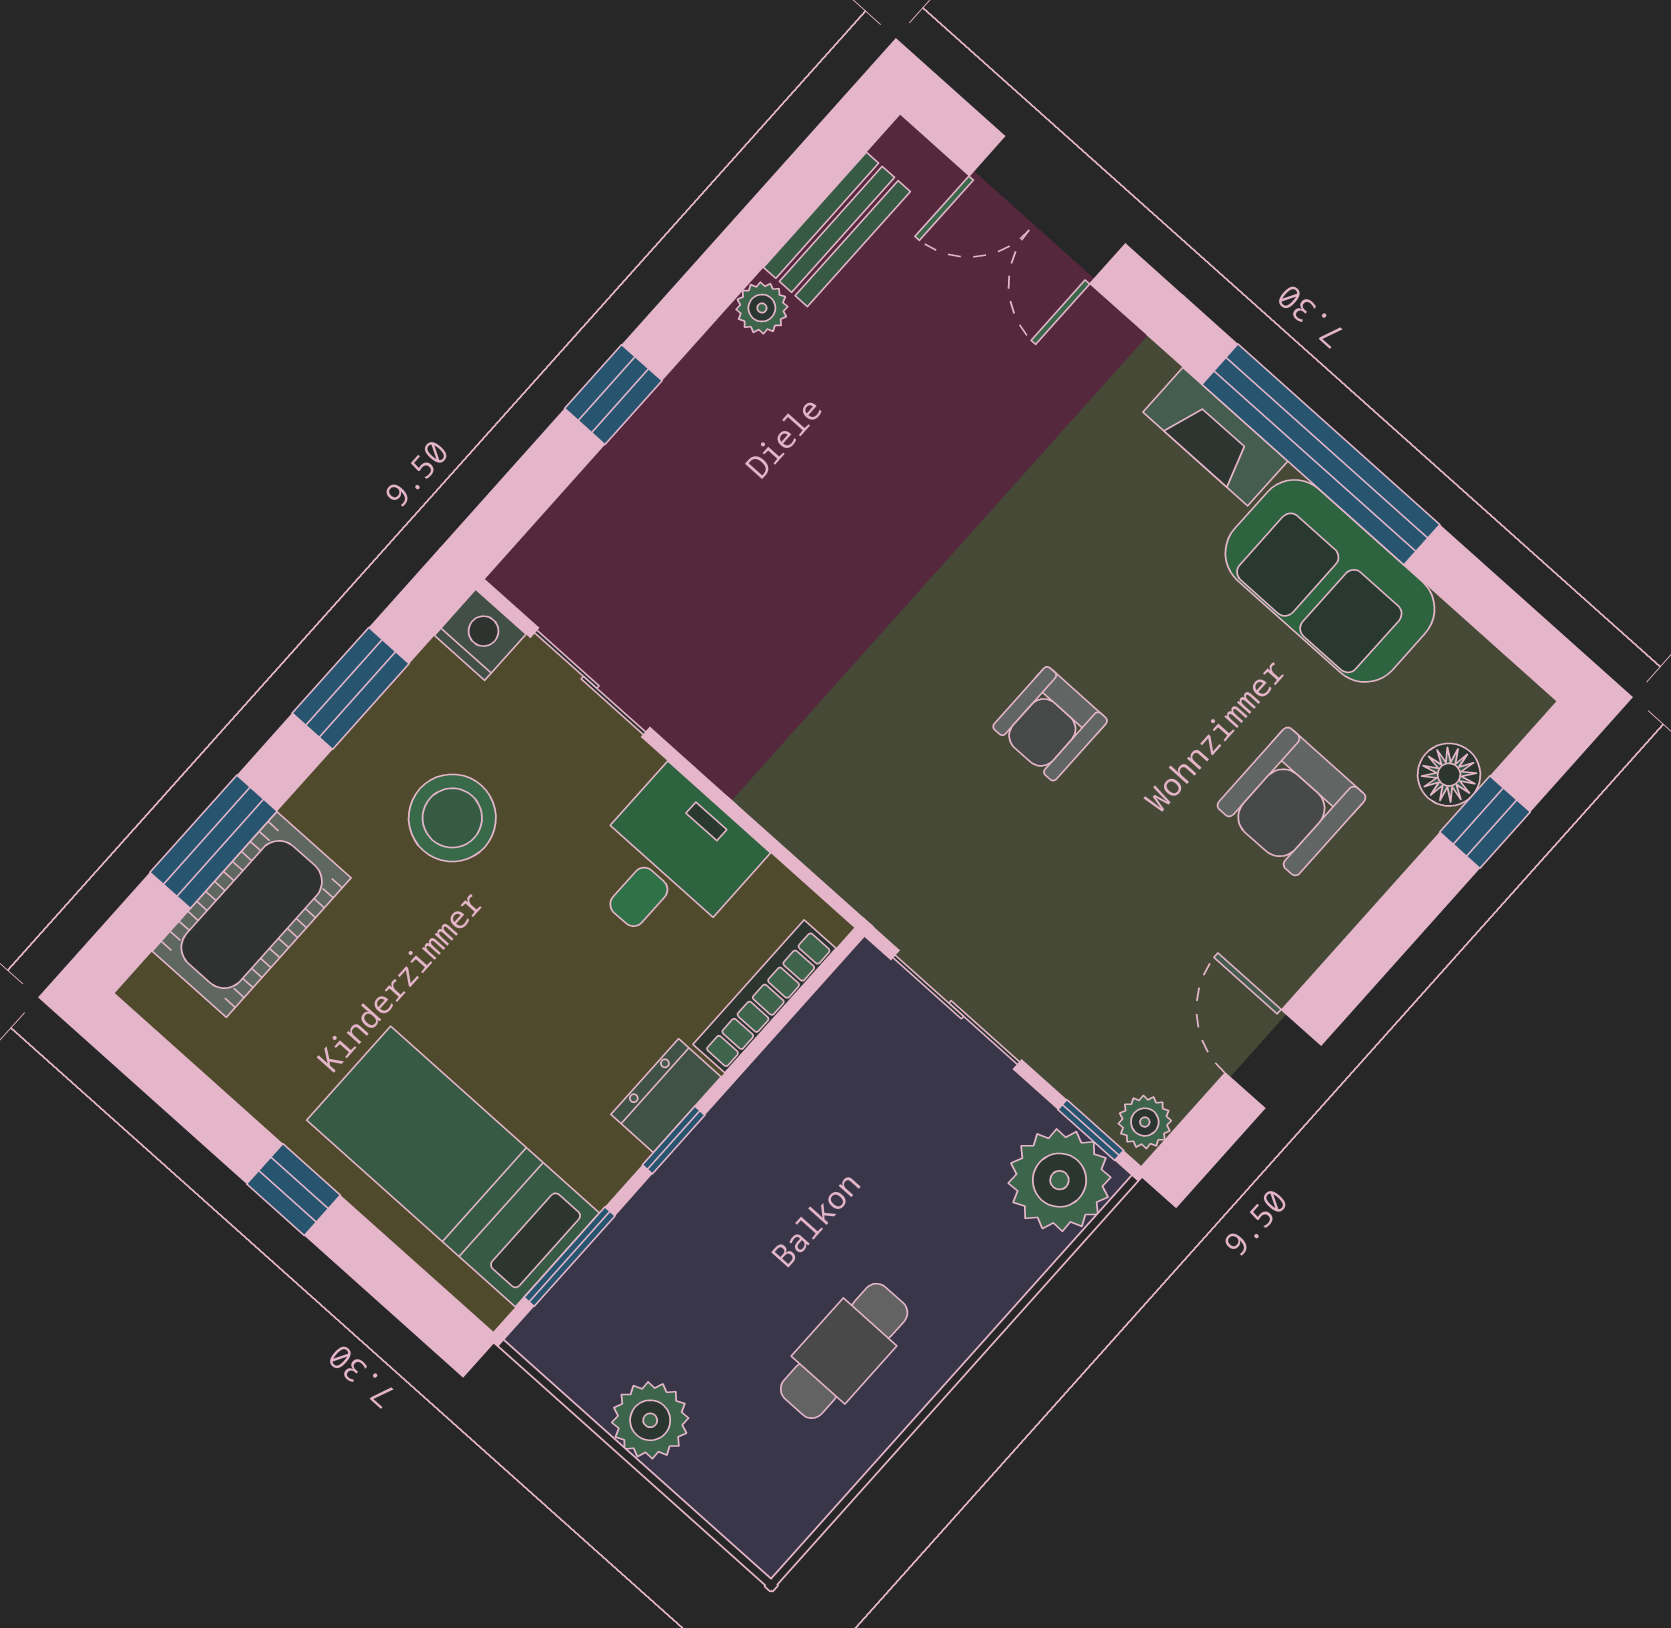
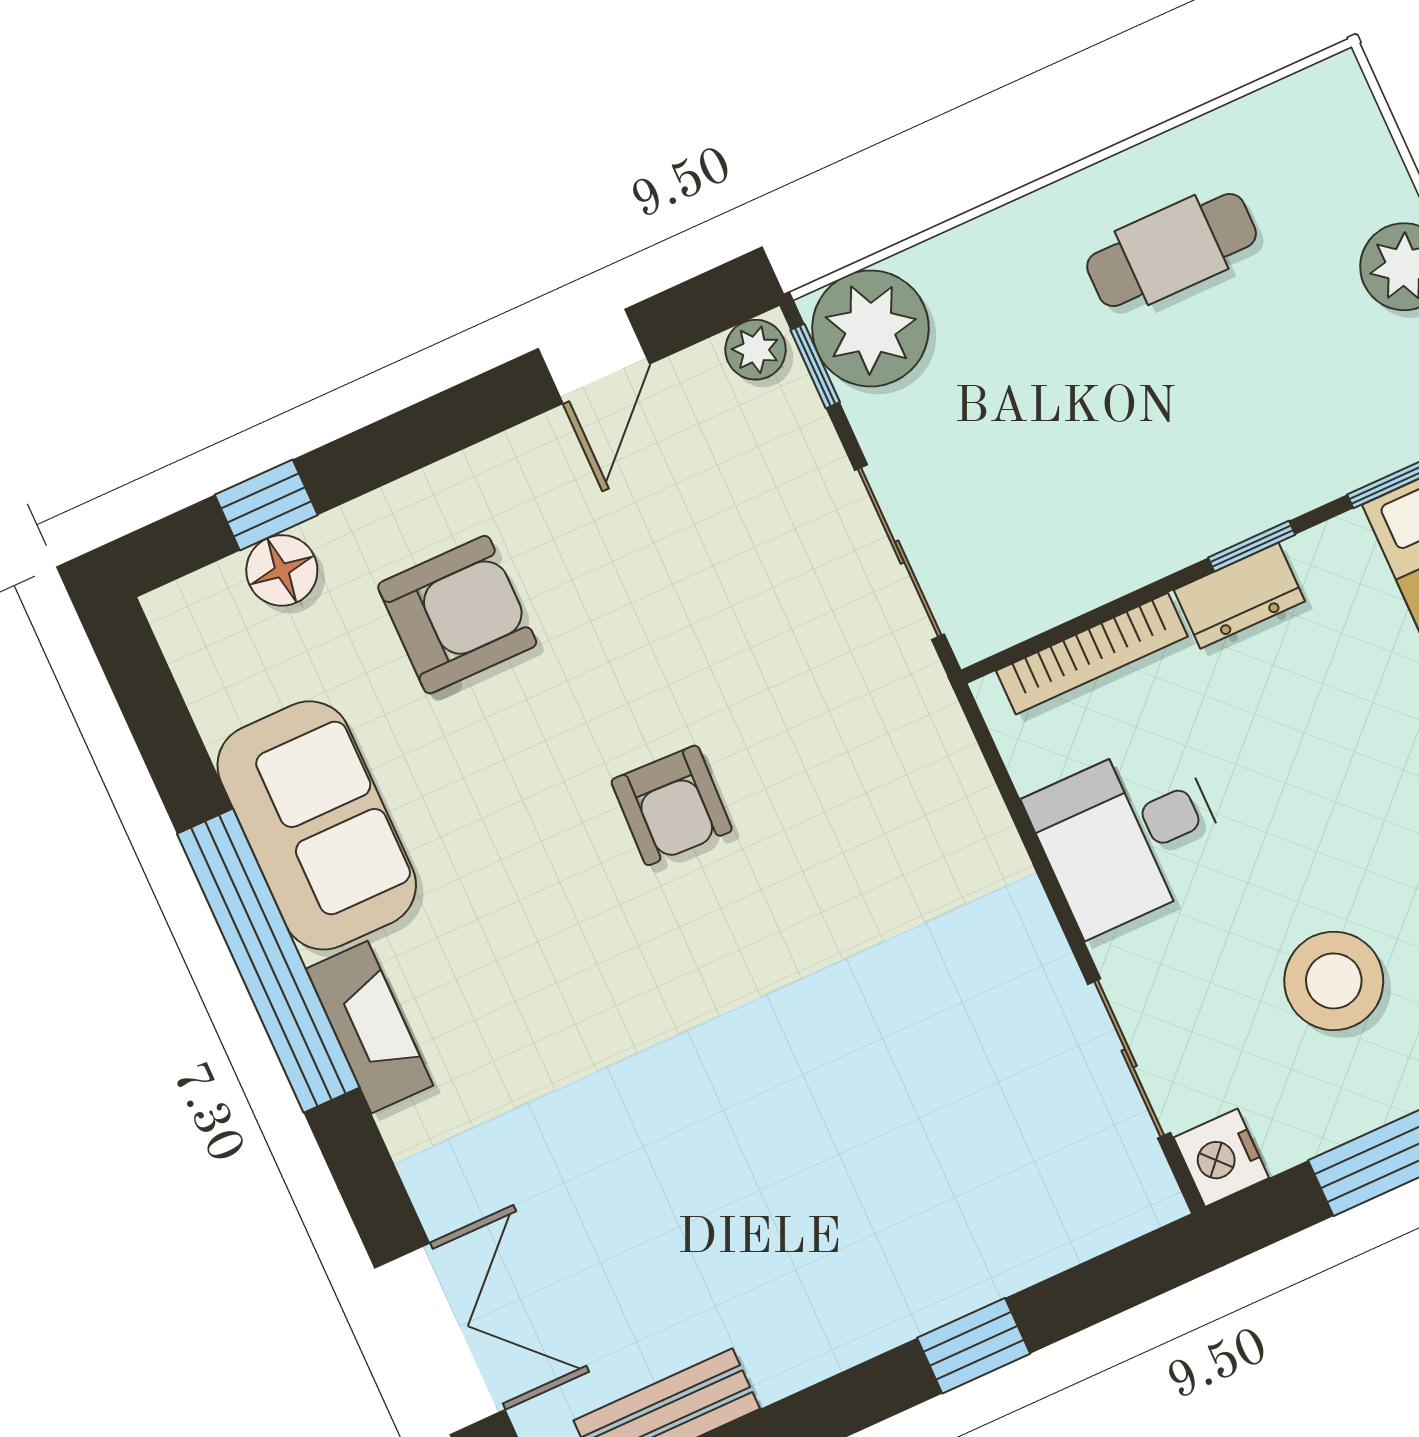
plant: (762, 308) -> (780, 1368), removed
armchair: (1050, 724) -> (672, 805), turned 92

